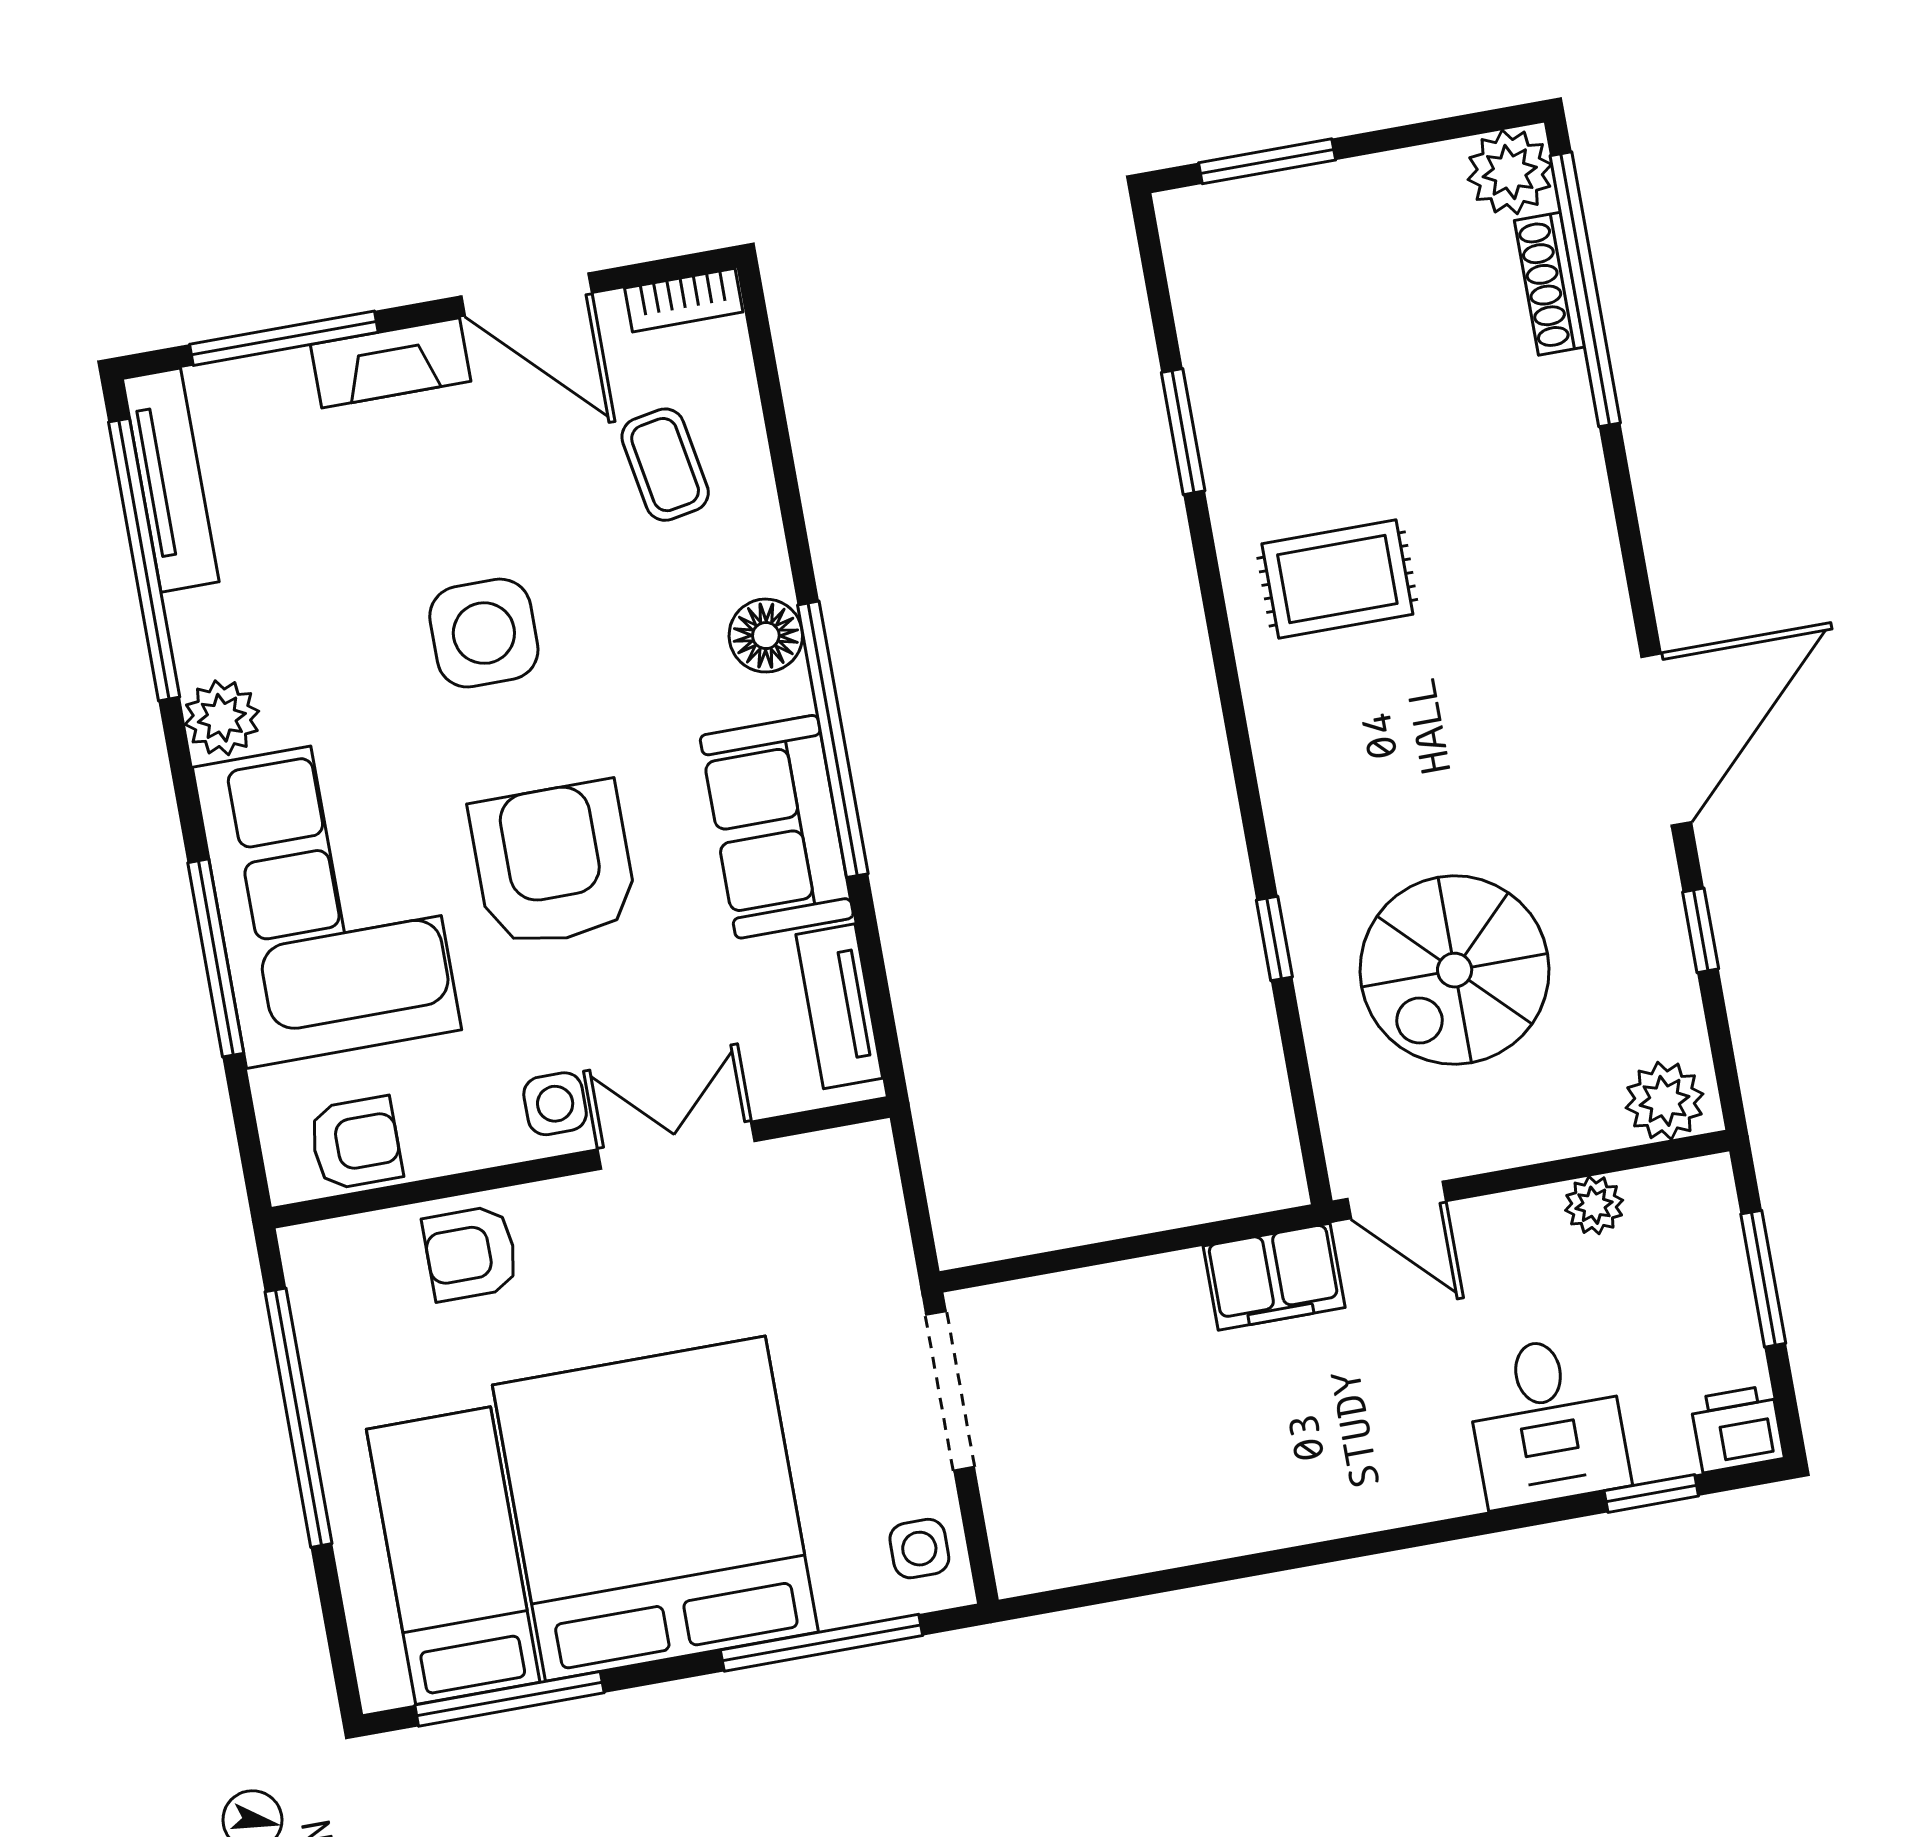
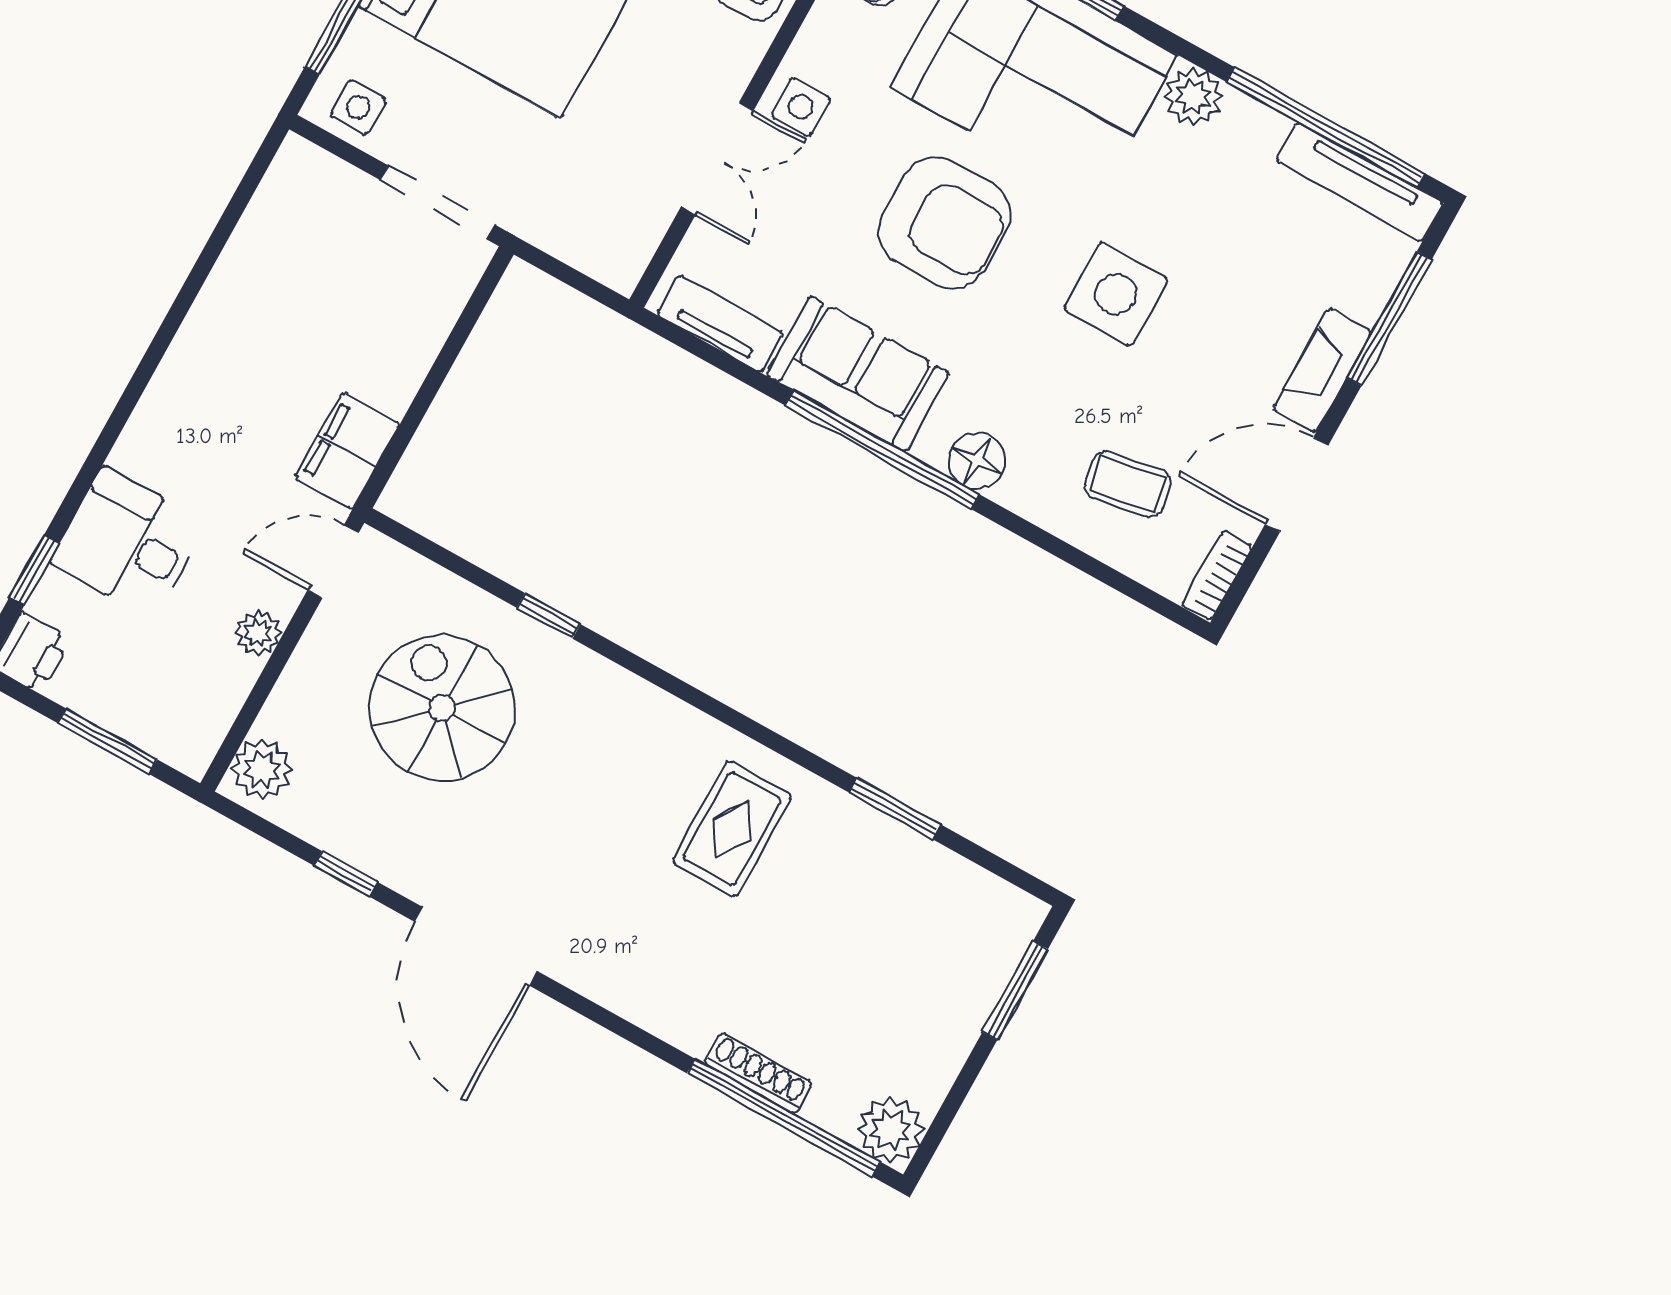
shoe rack: (1549, 284) -> (758, 1073), moved
plant: (1594, 1205) -> (258, 633), moved

